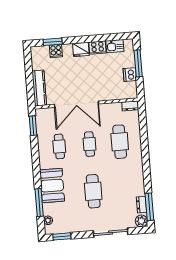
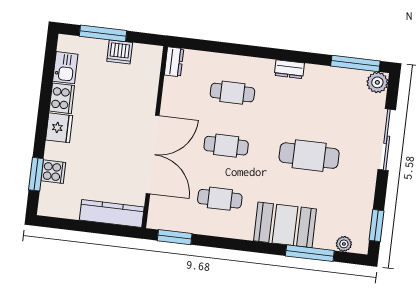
cafe table: (120, 142) -> (232, 93), width x0.73, depth x0.74
dresser: (142, 205) -> (289, 69), moved

